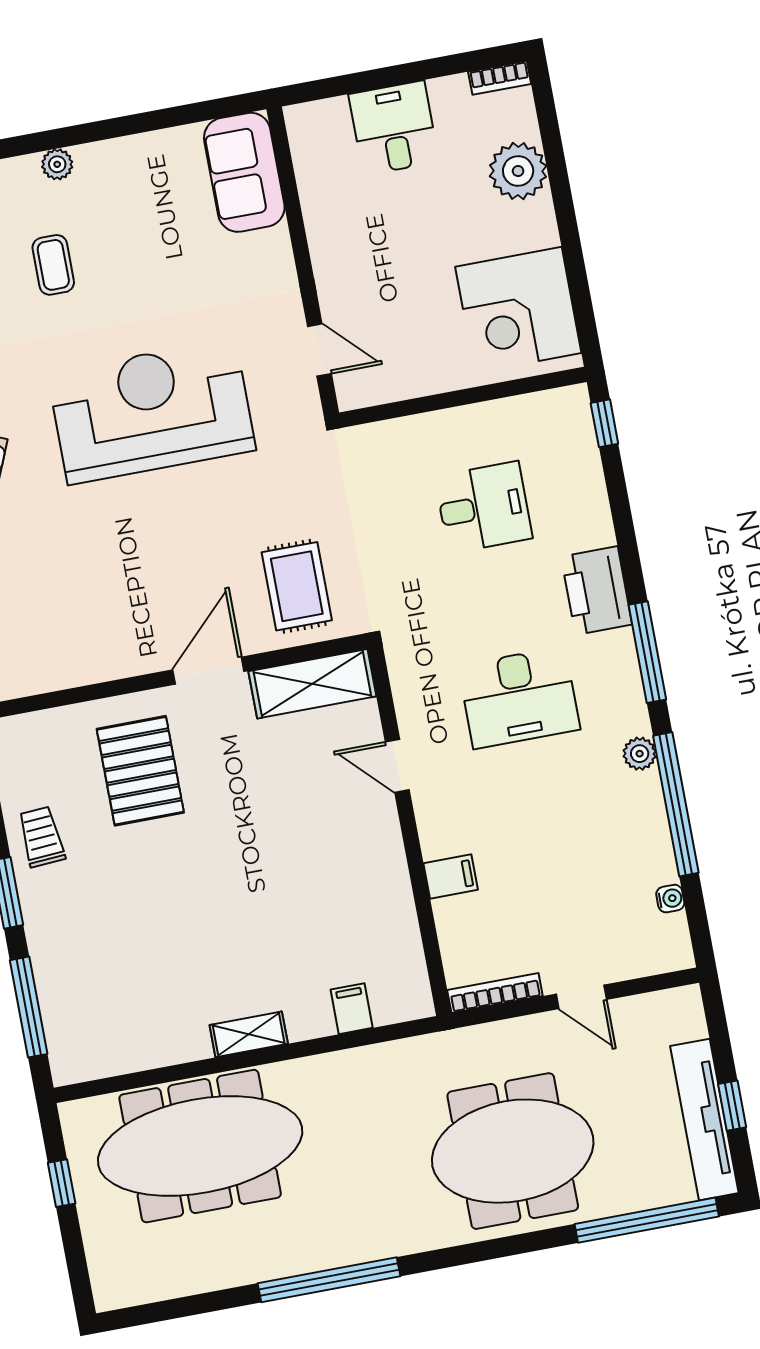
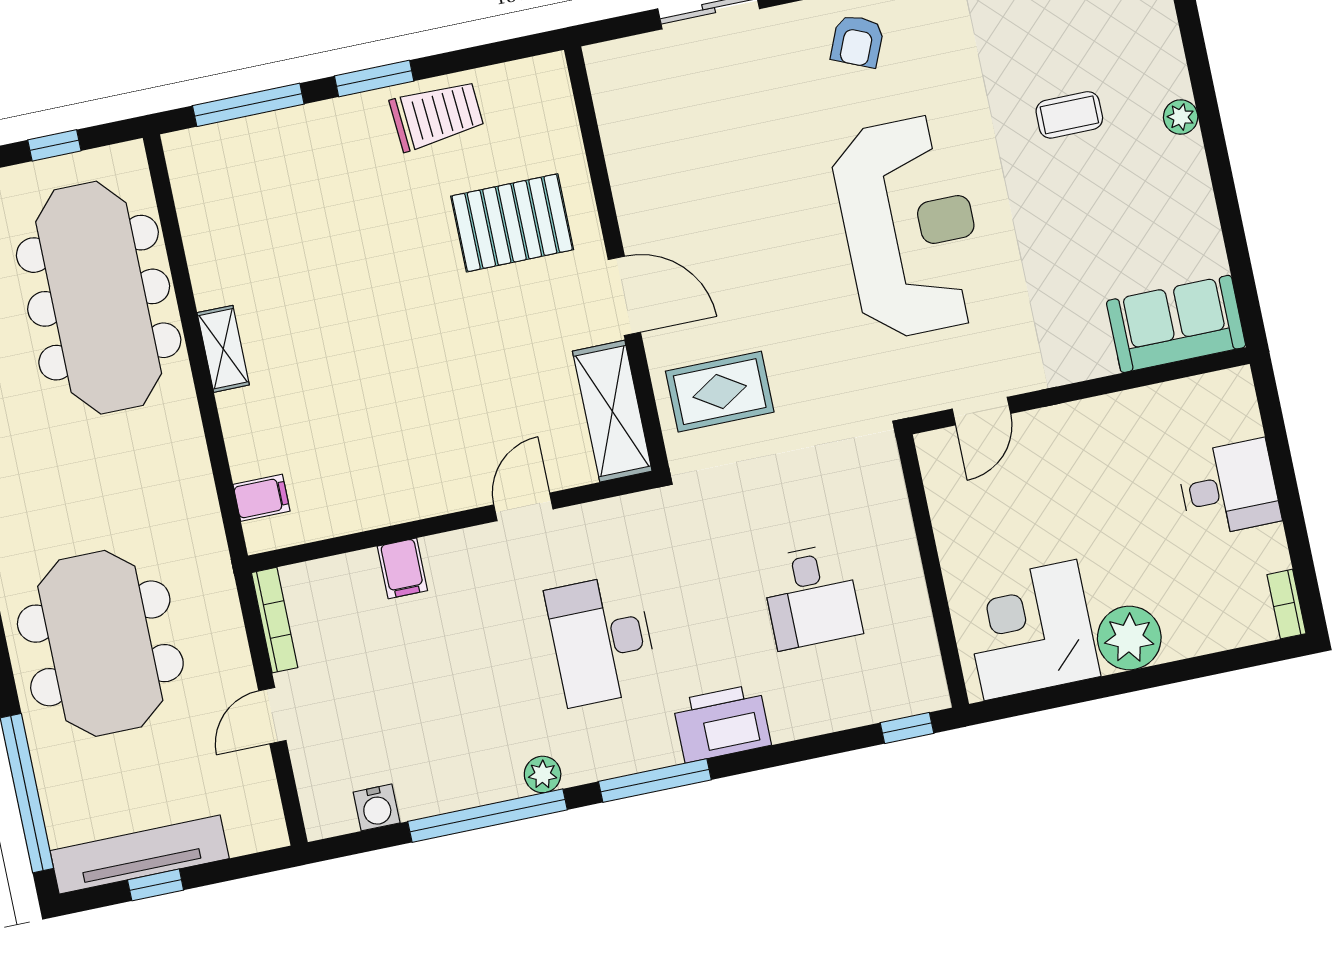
plant: (518, 171) -> (1129, 638), moved
trolley: (41, 837) -> (437, 115), width x1.36, depth x1.39
water cooler: (670, 899) -> (377, 807), width x1.38, depth x1.38
filing cabinet: (352, 1009) -> (261, 498), moved

